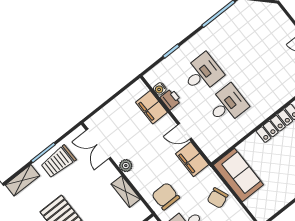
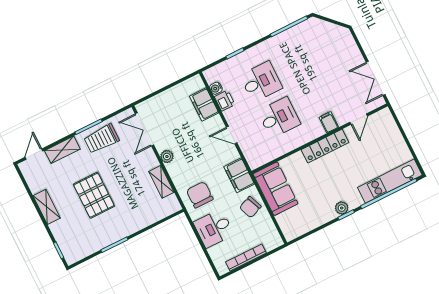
filing cabinet: (277, 99) -> (329, 122), added
filing cabinet: (192, 159) -> (239, 175), moved

